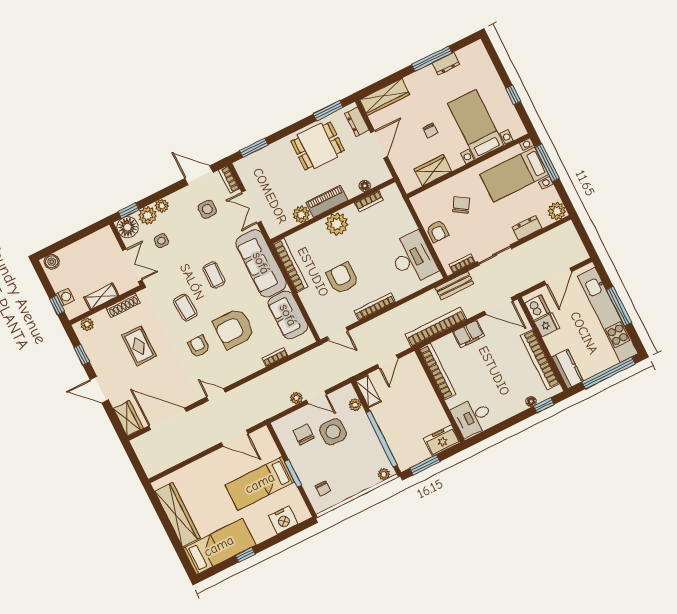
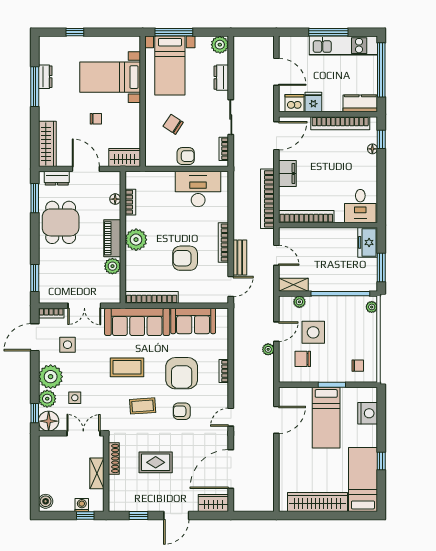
window: (513, 95) -> (75, 32), moved
wardrobe: (433, 170) -> (125, 158), moved, turned 90
plant: (162, 206) -> (51, 377), width x1.88, depth x1.88
coffee table: (214, 275) -> (127, 367), width x1.36, depth x1.30
bench: (454, 286) -> (240, 257), moved
kitchen unit: (608, 315) -> (343, 46), width x0.73
plant: (87, 324) -> (115, 498), removed
bookcase: (275, 357) -> (224, 371), moved

